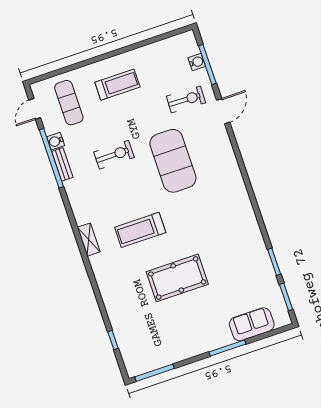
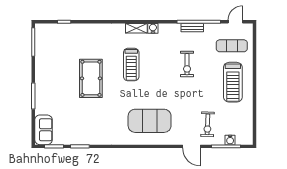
treadmill: (117, 85) -> (233, 82), width x1.37, depth x1.37
door: (35, 109) -> (235, 22), hinge flipped
water cooler: (56, 141) -> (153, 28), moved
exercise mat: (173, 161) -> (150, 121), moved
treadmill: (140, 230) -> (131, 65), turned 180
sofa: (252, 324) -> (43, 130), moved

